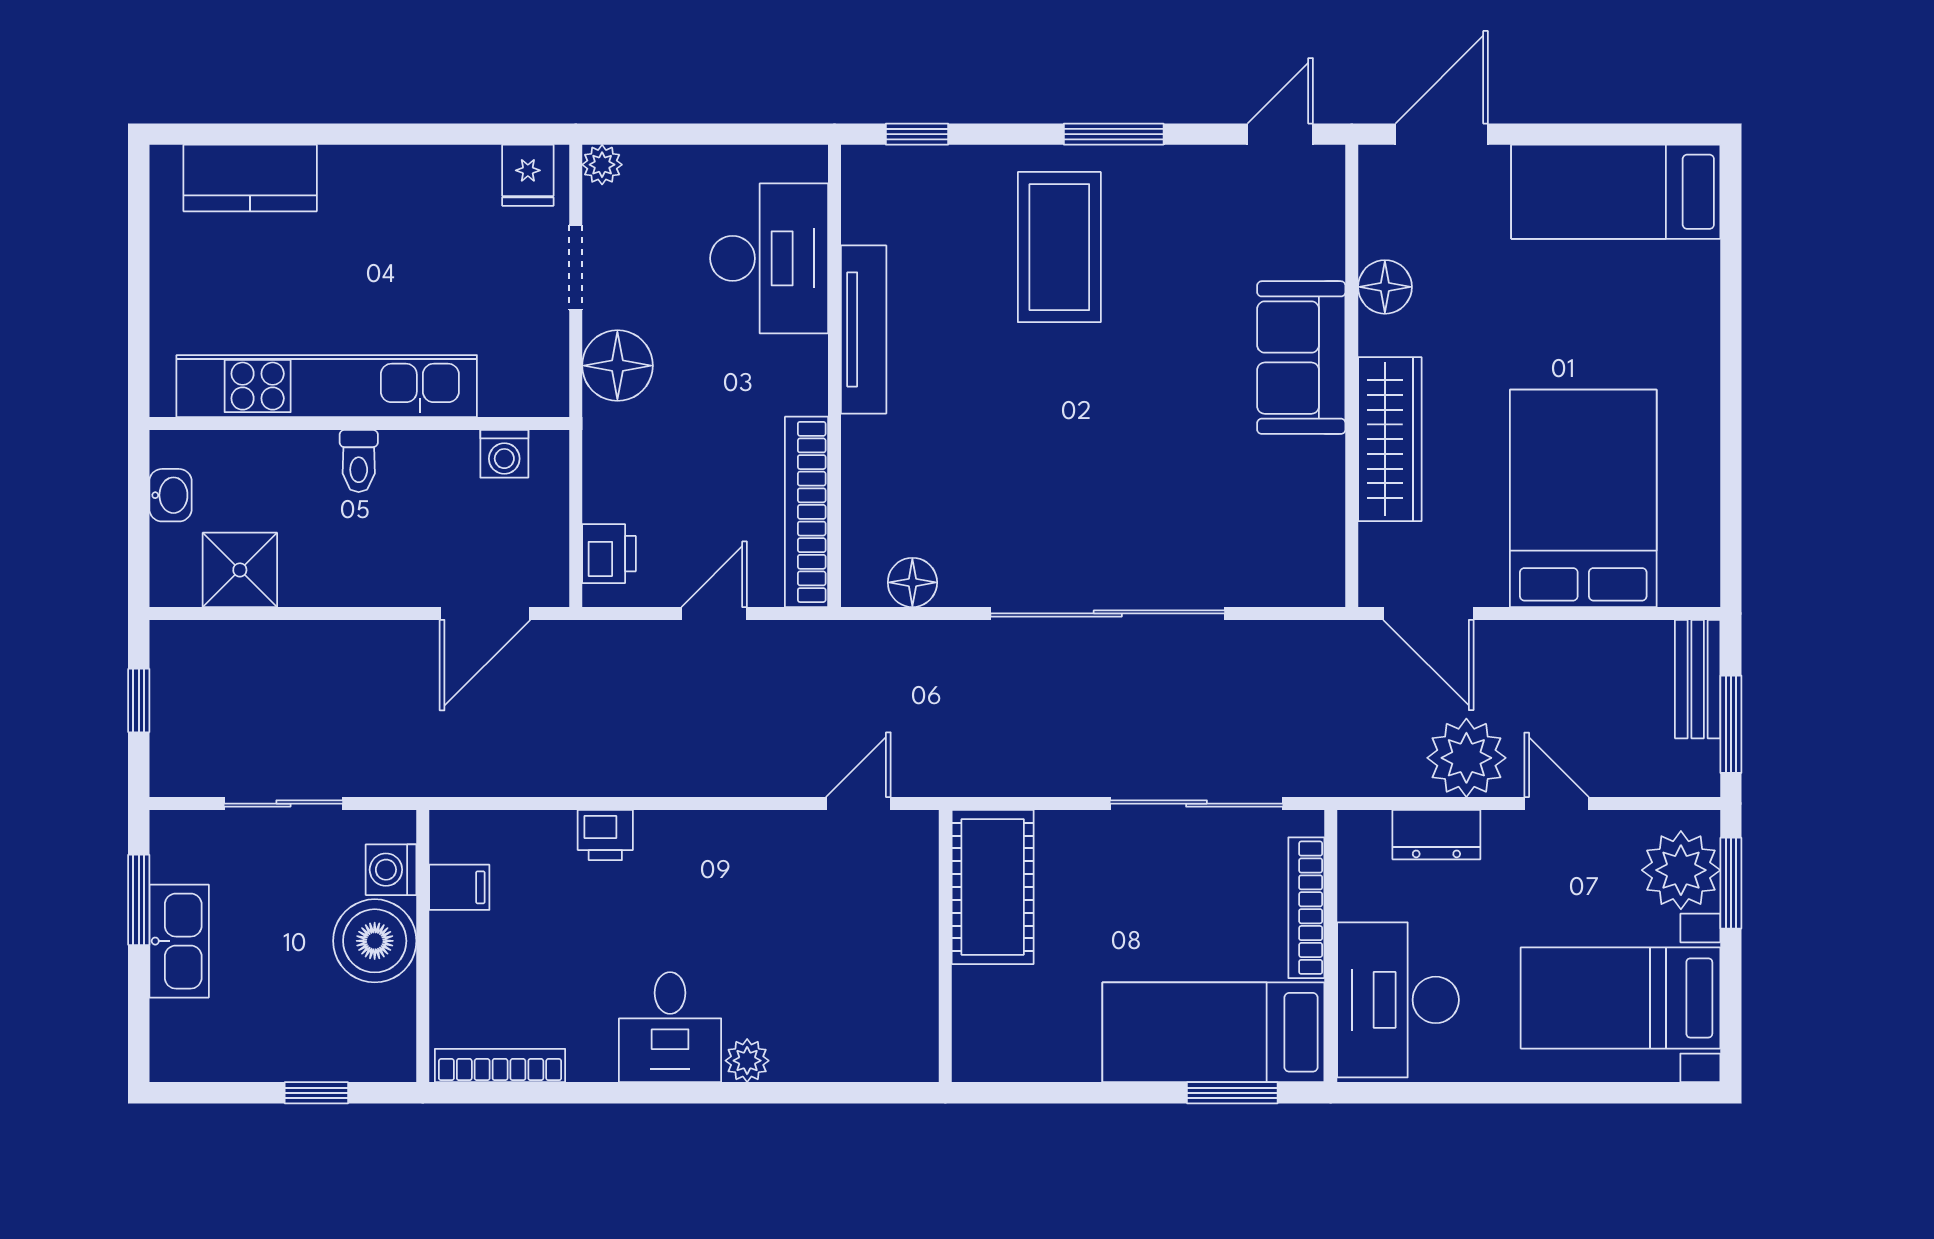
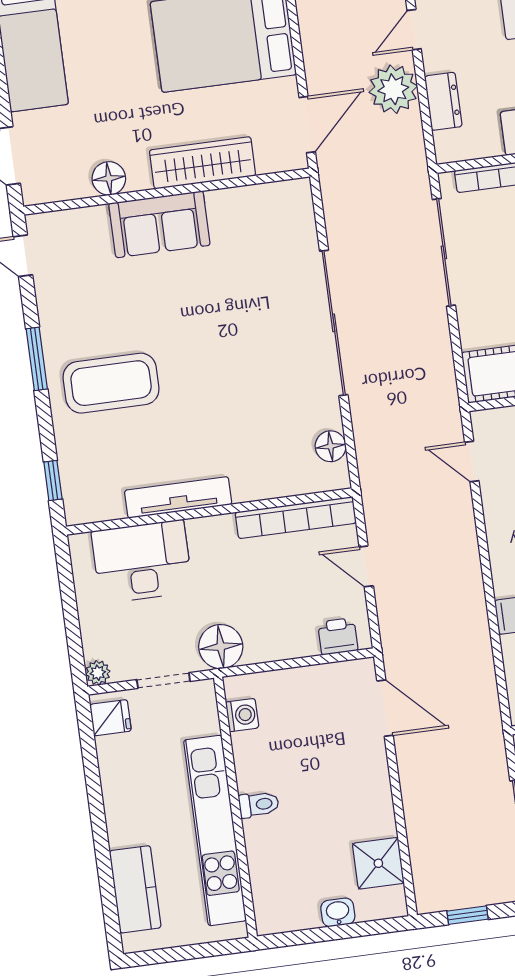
kitchen unit: (327, 386) -> (215, 830), moved
wall: (359, 423) -> (235, 807), moved
washing machine: (504, 454) -> (242, 715), moved
toilet: (359, 461) -> (259, 804), moved

